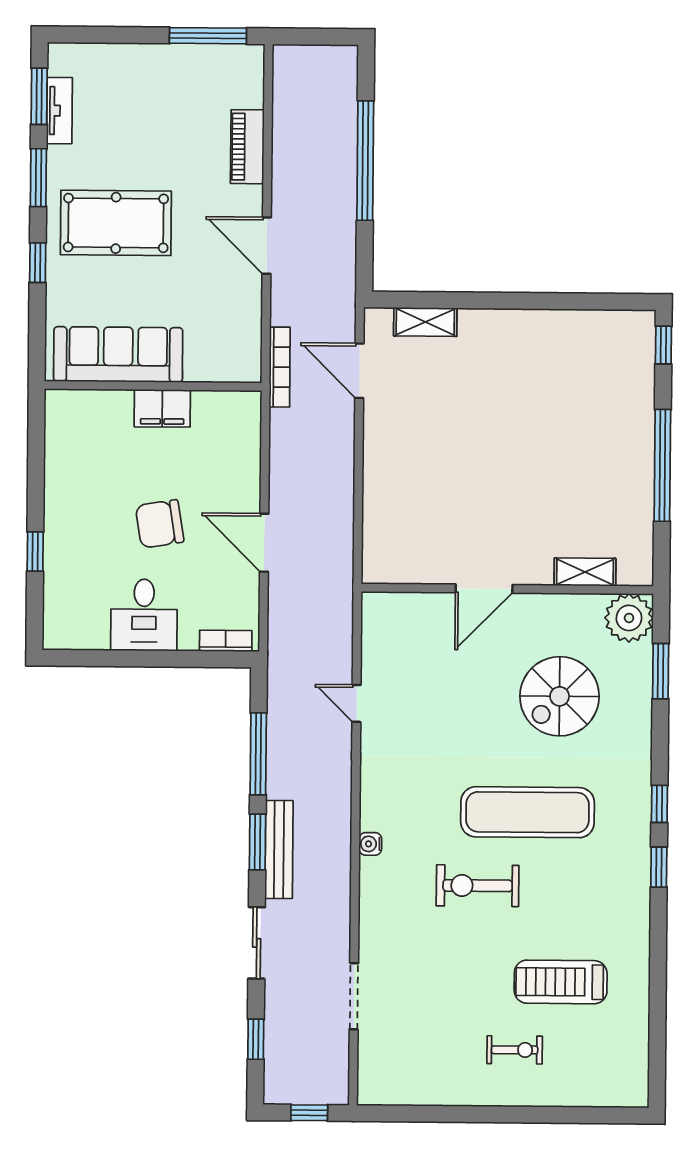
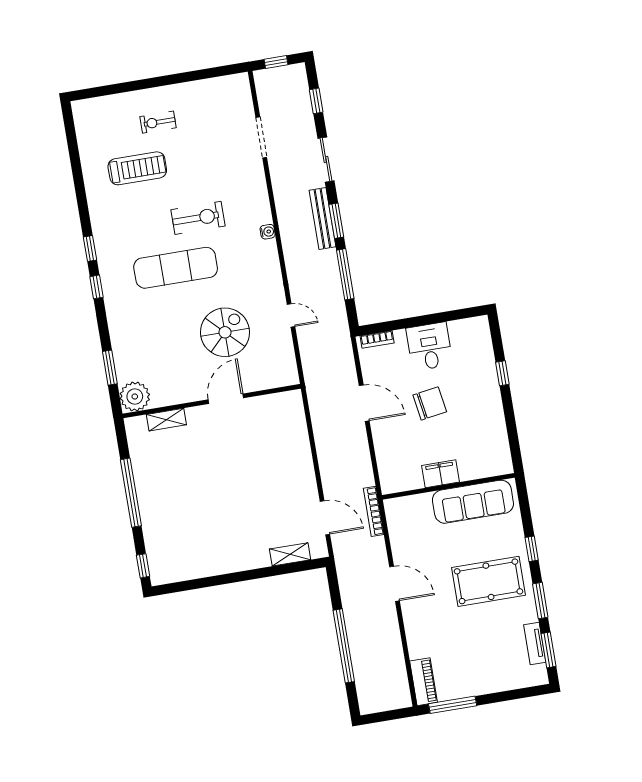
piano: (247, 147) -> (424, 682), moved
spiral stairs: (560, 696) -> (225, 332), moved

